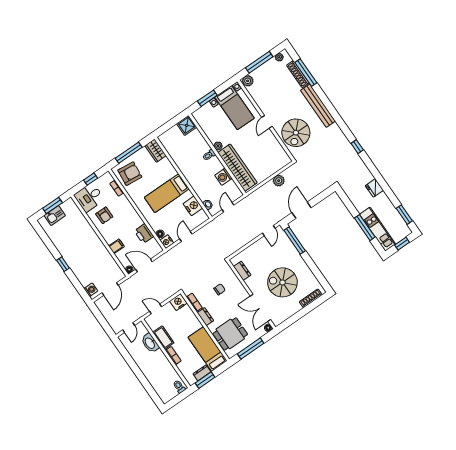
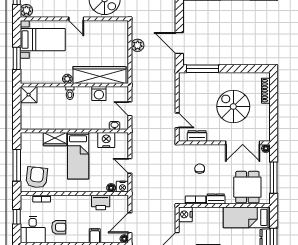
wardrobe: (156, 151) -> (55, 139), moved
door: (269, 231) -> (177, 120), moved
spiral stairs: (282, 282) -> (233, 106), turned 90

